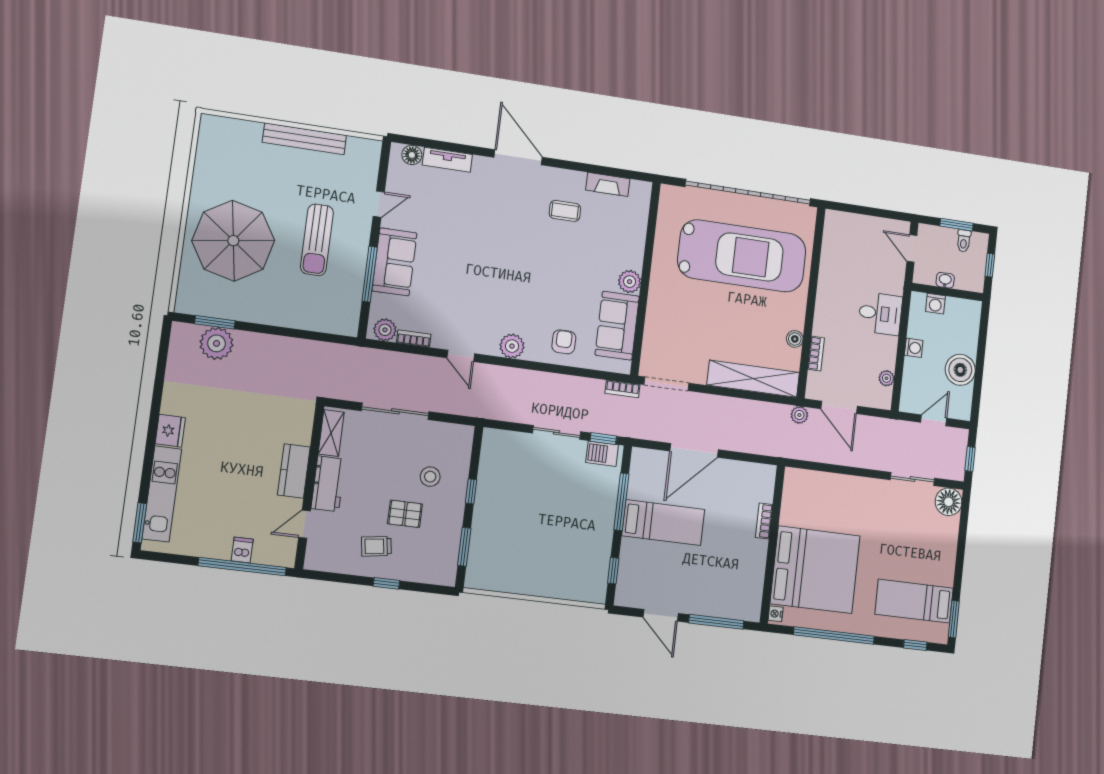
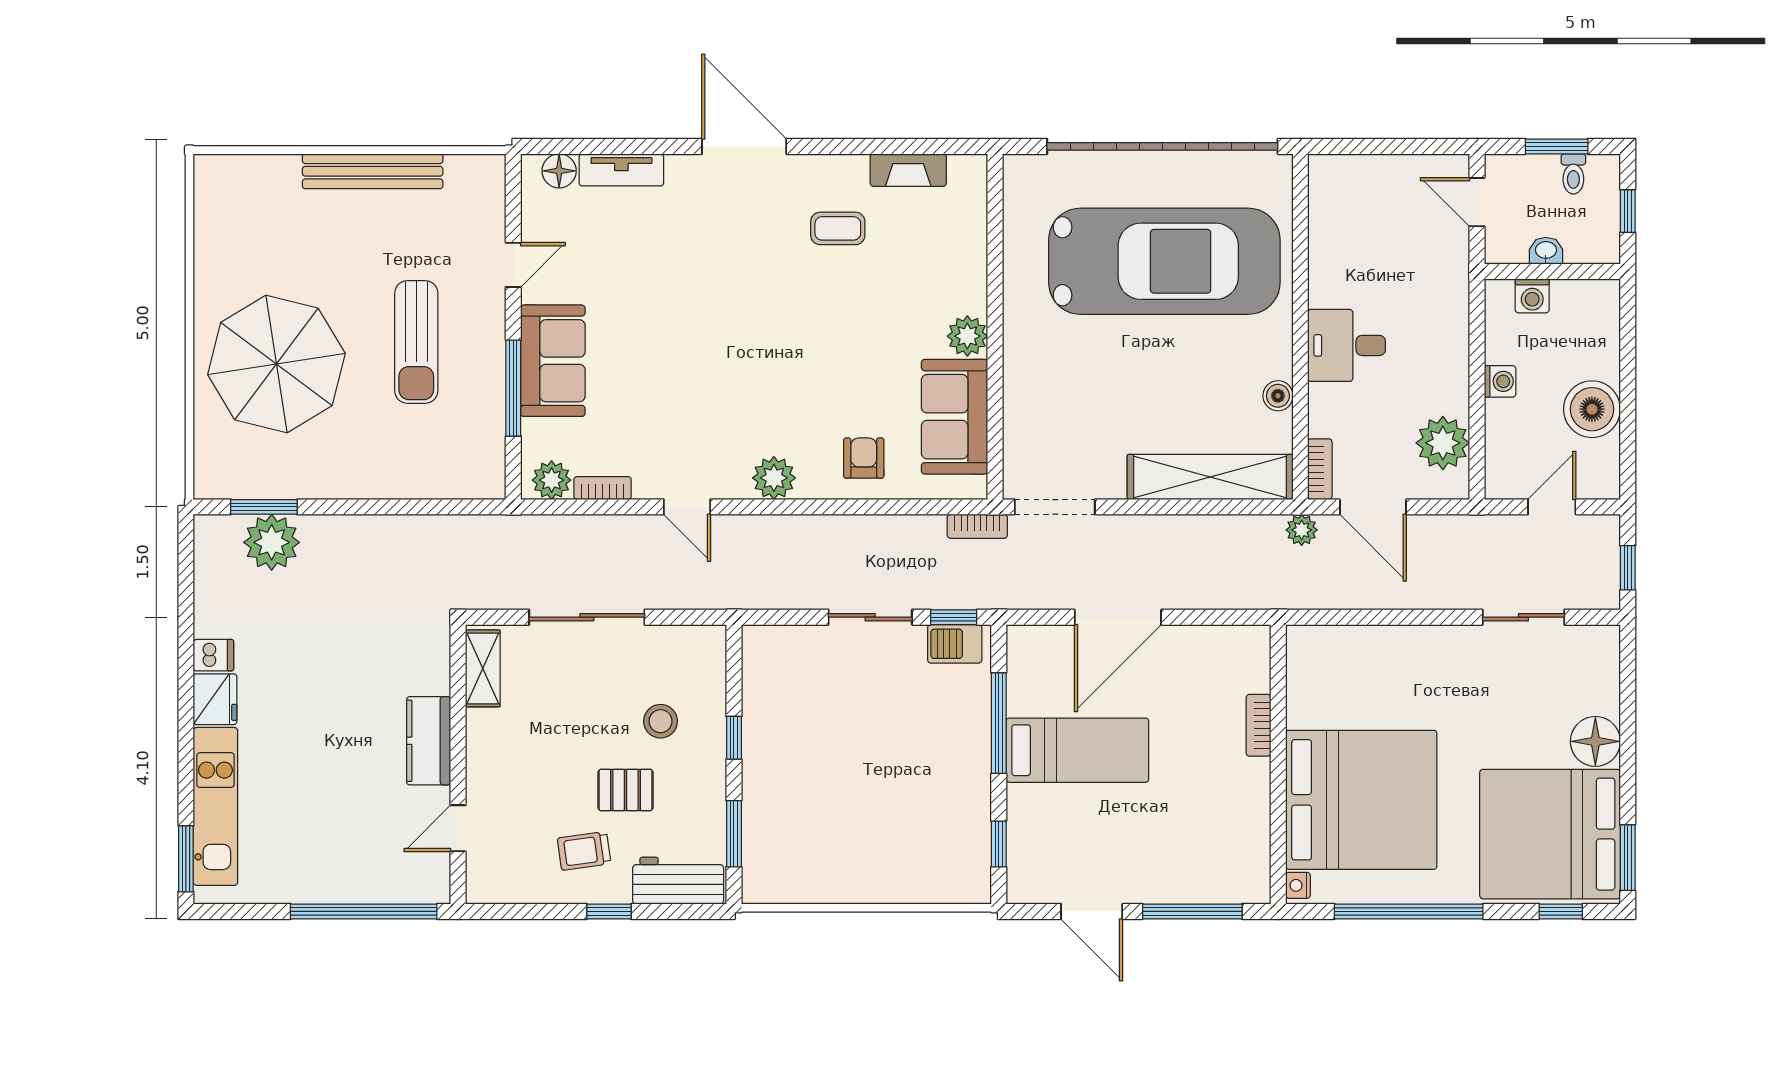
desk: (880, 314) -> (1347, 345), moved, turned 180
bookcase: (816, 354) -> (1320, 469), moved
plant: (887, 378) -> (1443, 443), width x1.88, depth x1.88
workbench: (328, 484) -> (678, 881), moved, turned -90
floor lamp: (949, 502) -> (1595, 741), moved
dishwasher: (242, 550) -> (213, 655), moved, turned 90
bed: (914, 601) -> (1550, 834), width x2.04

